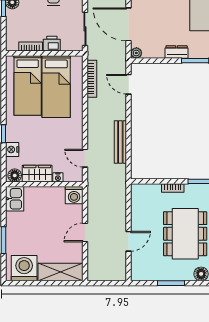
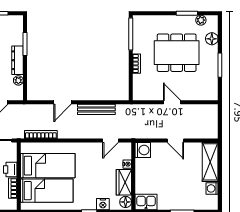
dresser: (177, 52) -> (18, 60), width x1.44
plant: (136, 53) -> (18, 80), moved
door: (129, 84) -> (62, 102), moved
door: (129, 241) -> (172, 102), moved
washing machine: (24, 268) -> (212, 188), width x0.53, depth x0.53

